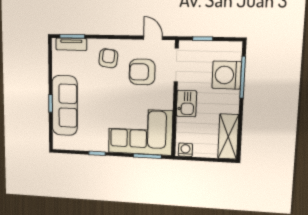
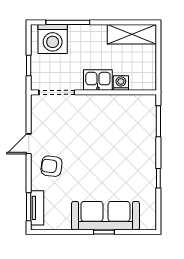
door: (153, 38) -> (29, 144), moved
armchair: (142, 72) -> (65, 129), removed
washing machine: (227, 75) -> (53, 39), moved
corner sofa: (140, 132) -> (131, 129), removed
washing machine: (185, 150) -> (121, 83), moved, turned 90

